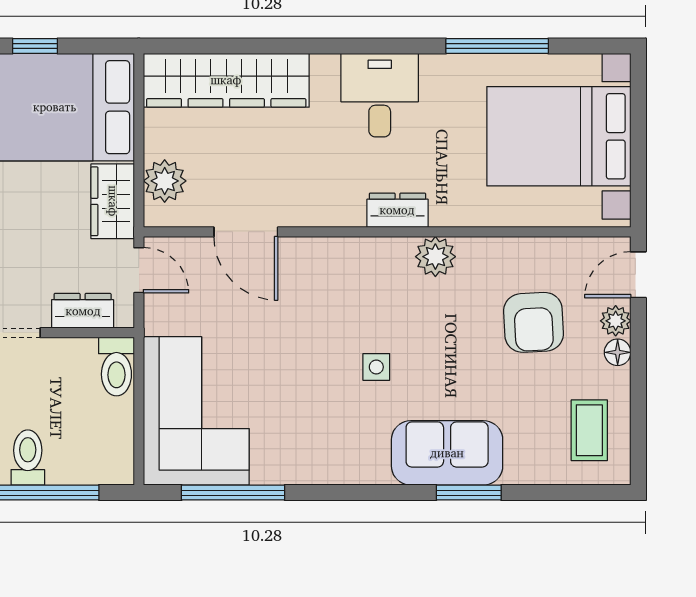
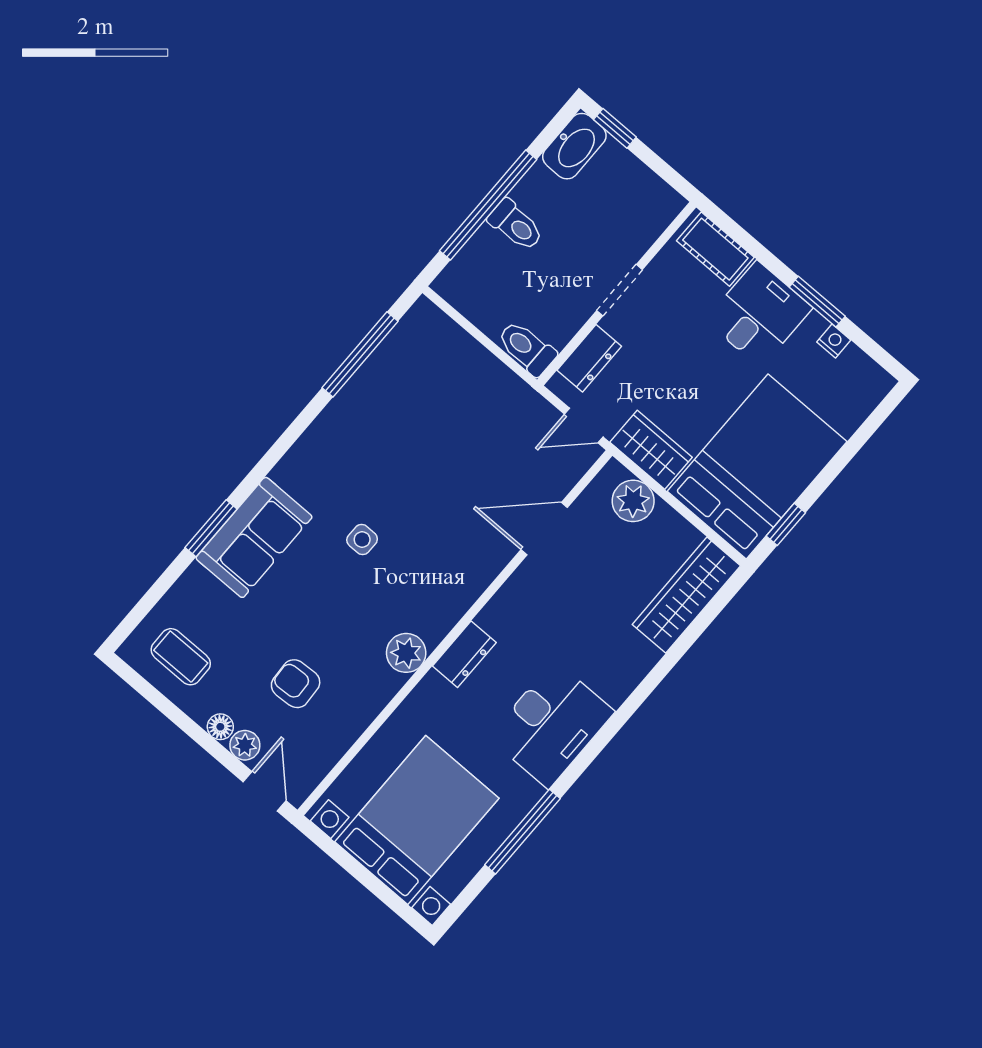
window: (35, 46) -> (786, 524), moved
wardrobe: (226, 80) -> (686, 595), width x0.71, depth x0.85
desk: (380, 95) -> (551, 724), width x1.37
armchair: (534, 322) -> (296, 684), width x0.72, depth x0.72
corner sofa: (196, 411) -> (444, 379), removed

